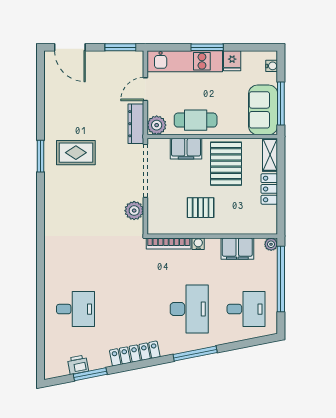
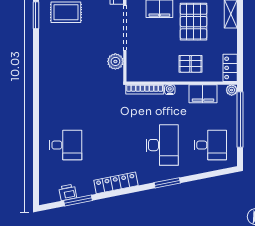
locker: (269, 189) -> (230, 68), moved
pallet: (201, 208) -> (191, 64), moved
window: (195, 354) -> (167, 183), width x0.69

